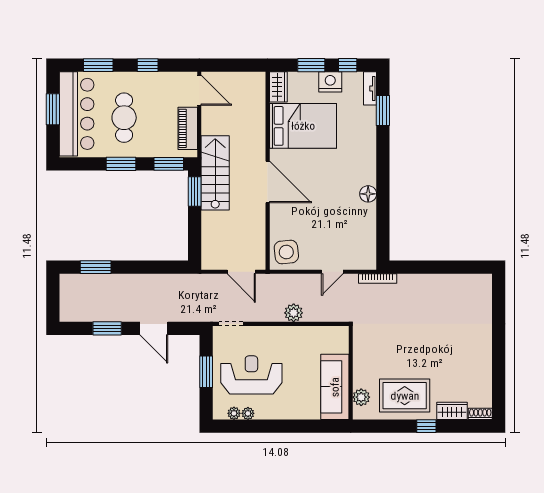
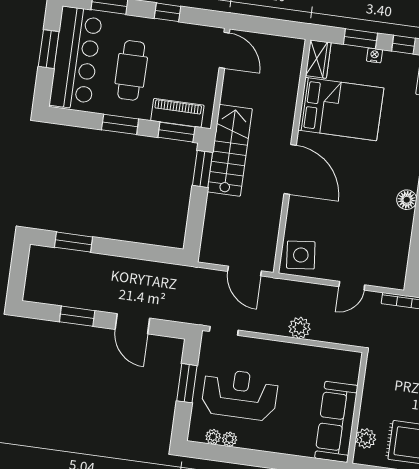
nightstand: (330, 82) -> (374, 55), width x0.53, depth x0.56
piano: (188, 128) -> (177, 113), moved, turned 90

